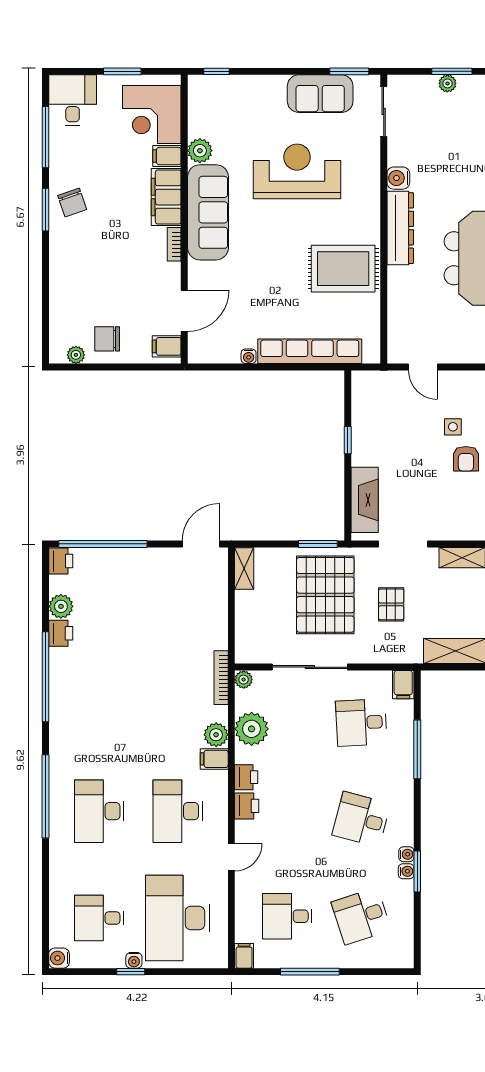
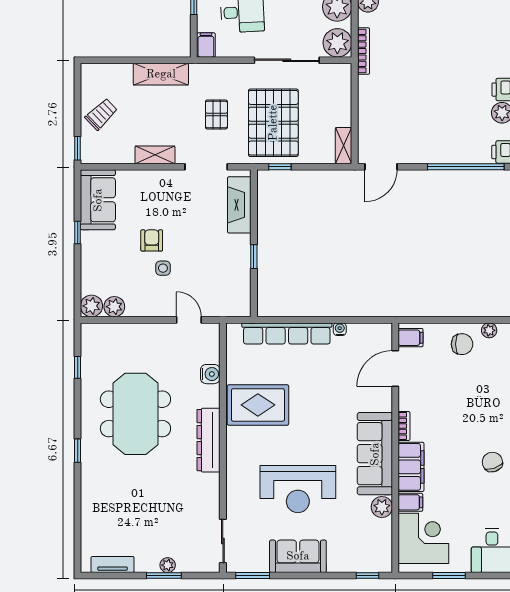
sofa: (320, 94) -> (298, 556), moved
water cooler: (398, 178) -> (210, 374), moved
window: (318, 544) -> (280, 167), width x0.67
plant: (244, 680) -> (337, 43), width x1.87, depth x1.87

